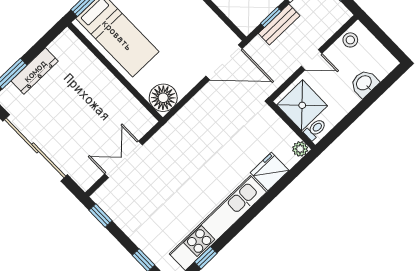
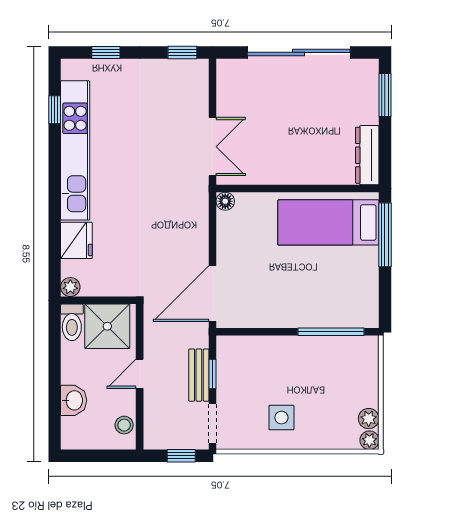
dresser: (35, 71) -> (367, 155), moved
floor lamp: (163, 98) -> (225, 201), width x0.53, depth x0.53
toilet: (315, 129) -> (72, 322), width x1.37, depth x1.39
double door: (124, 159) -> (213, 147), moved

